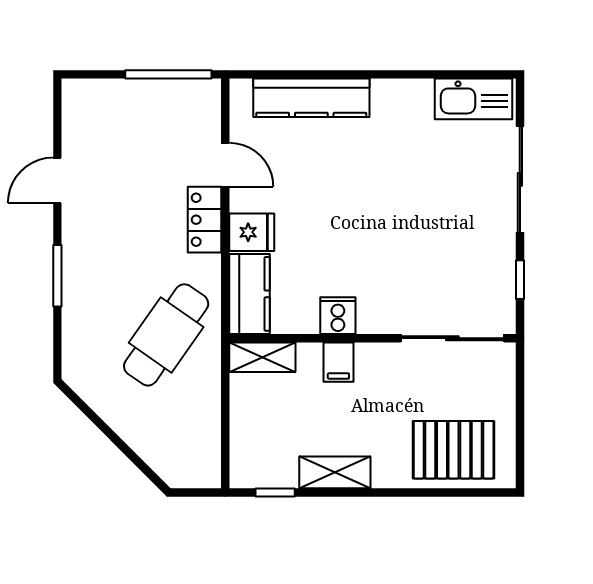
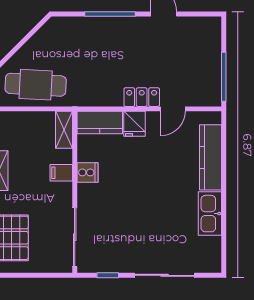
kitchen sink: (474, 99) -> (210, 214), moved
window: (57, 276) -> (110, 14), width x1.44
cafe table: (166, 335) -> (36, 85), moved, turned -32

